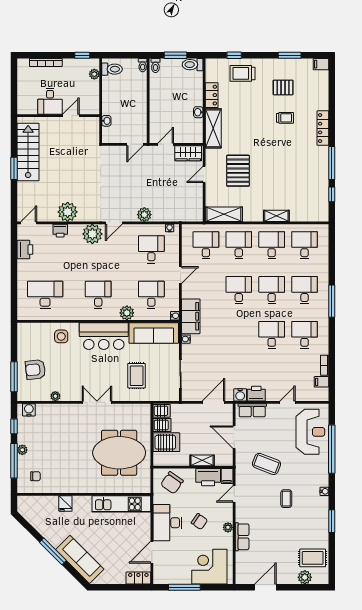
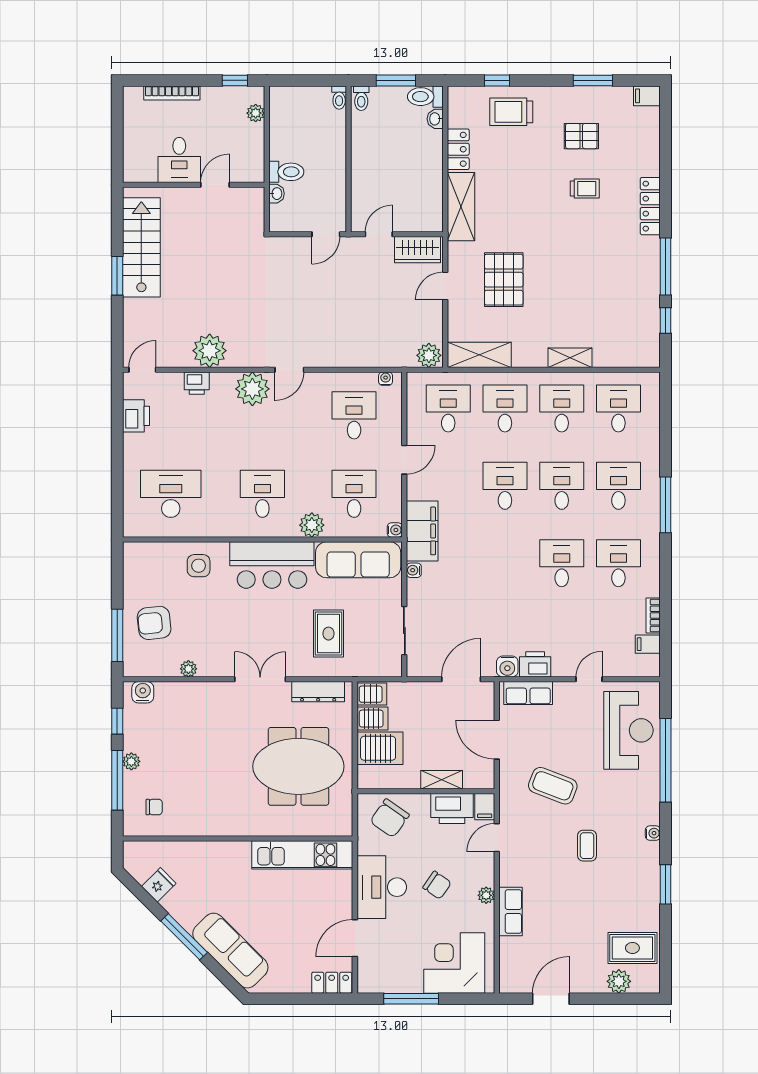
toilet: (112, 69) -> (286, 172), moved
washbasin: (198, 112) -> (435, 119), moved
plant: (144, 215) -> (429, 355), moved
dresser: (130, 409) -> (318, 692), added
fridge: (65, 503) -> (159, 885), moved, turned -135

